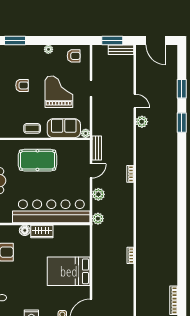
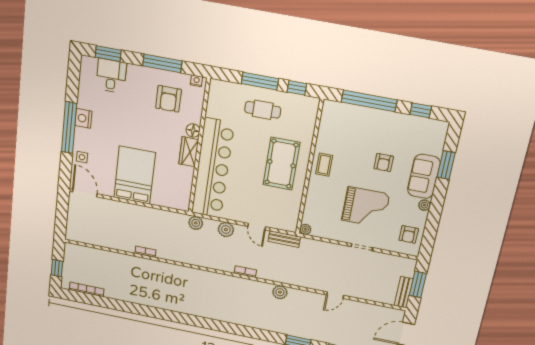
plant: (142, 122) -> (280, 292), moved
sofa: (64, 128) -> (424, 176), moved, turned 180

